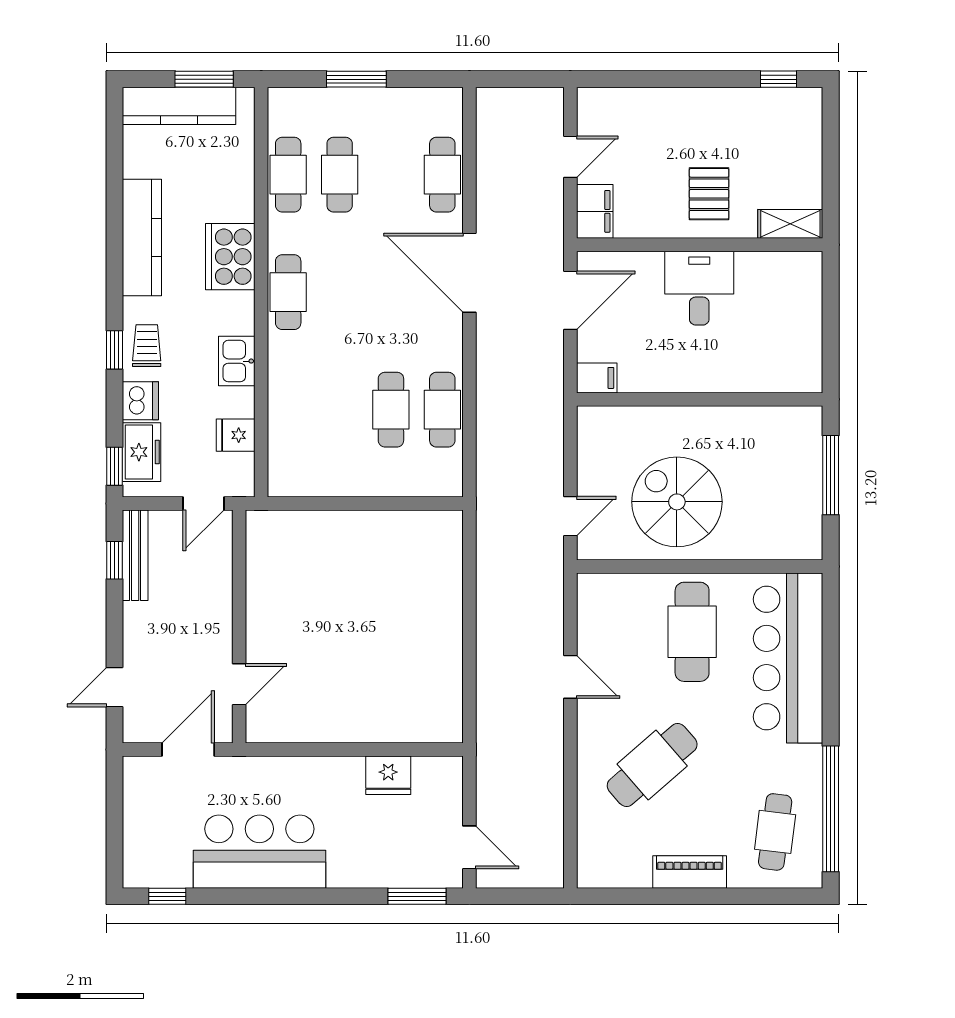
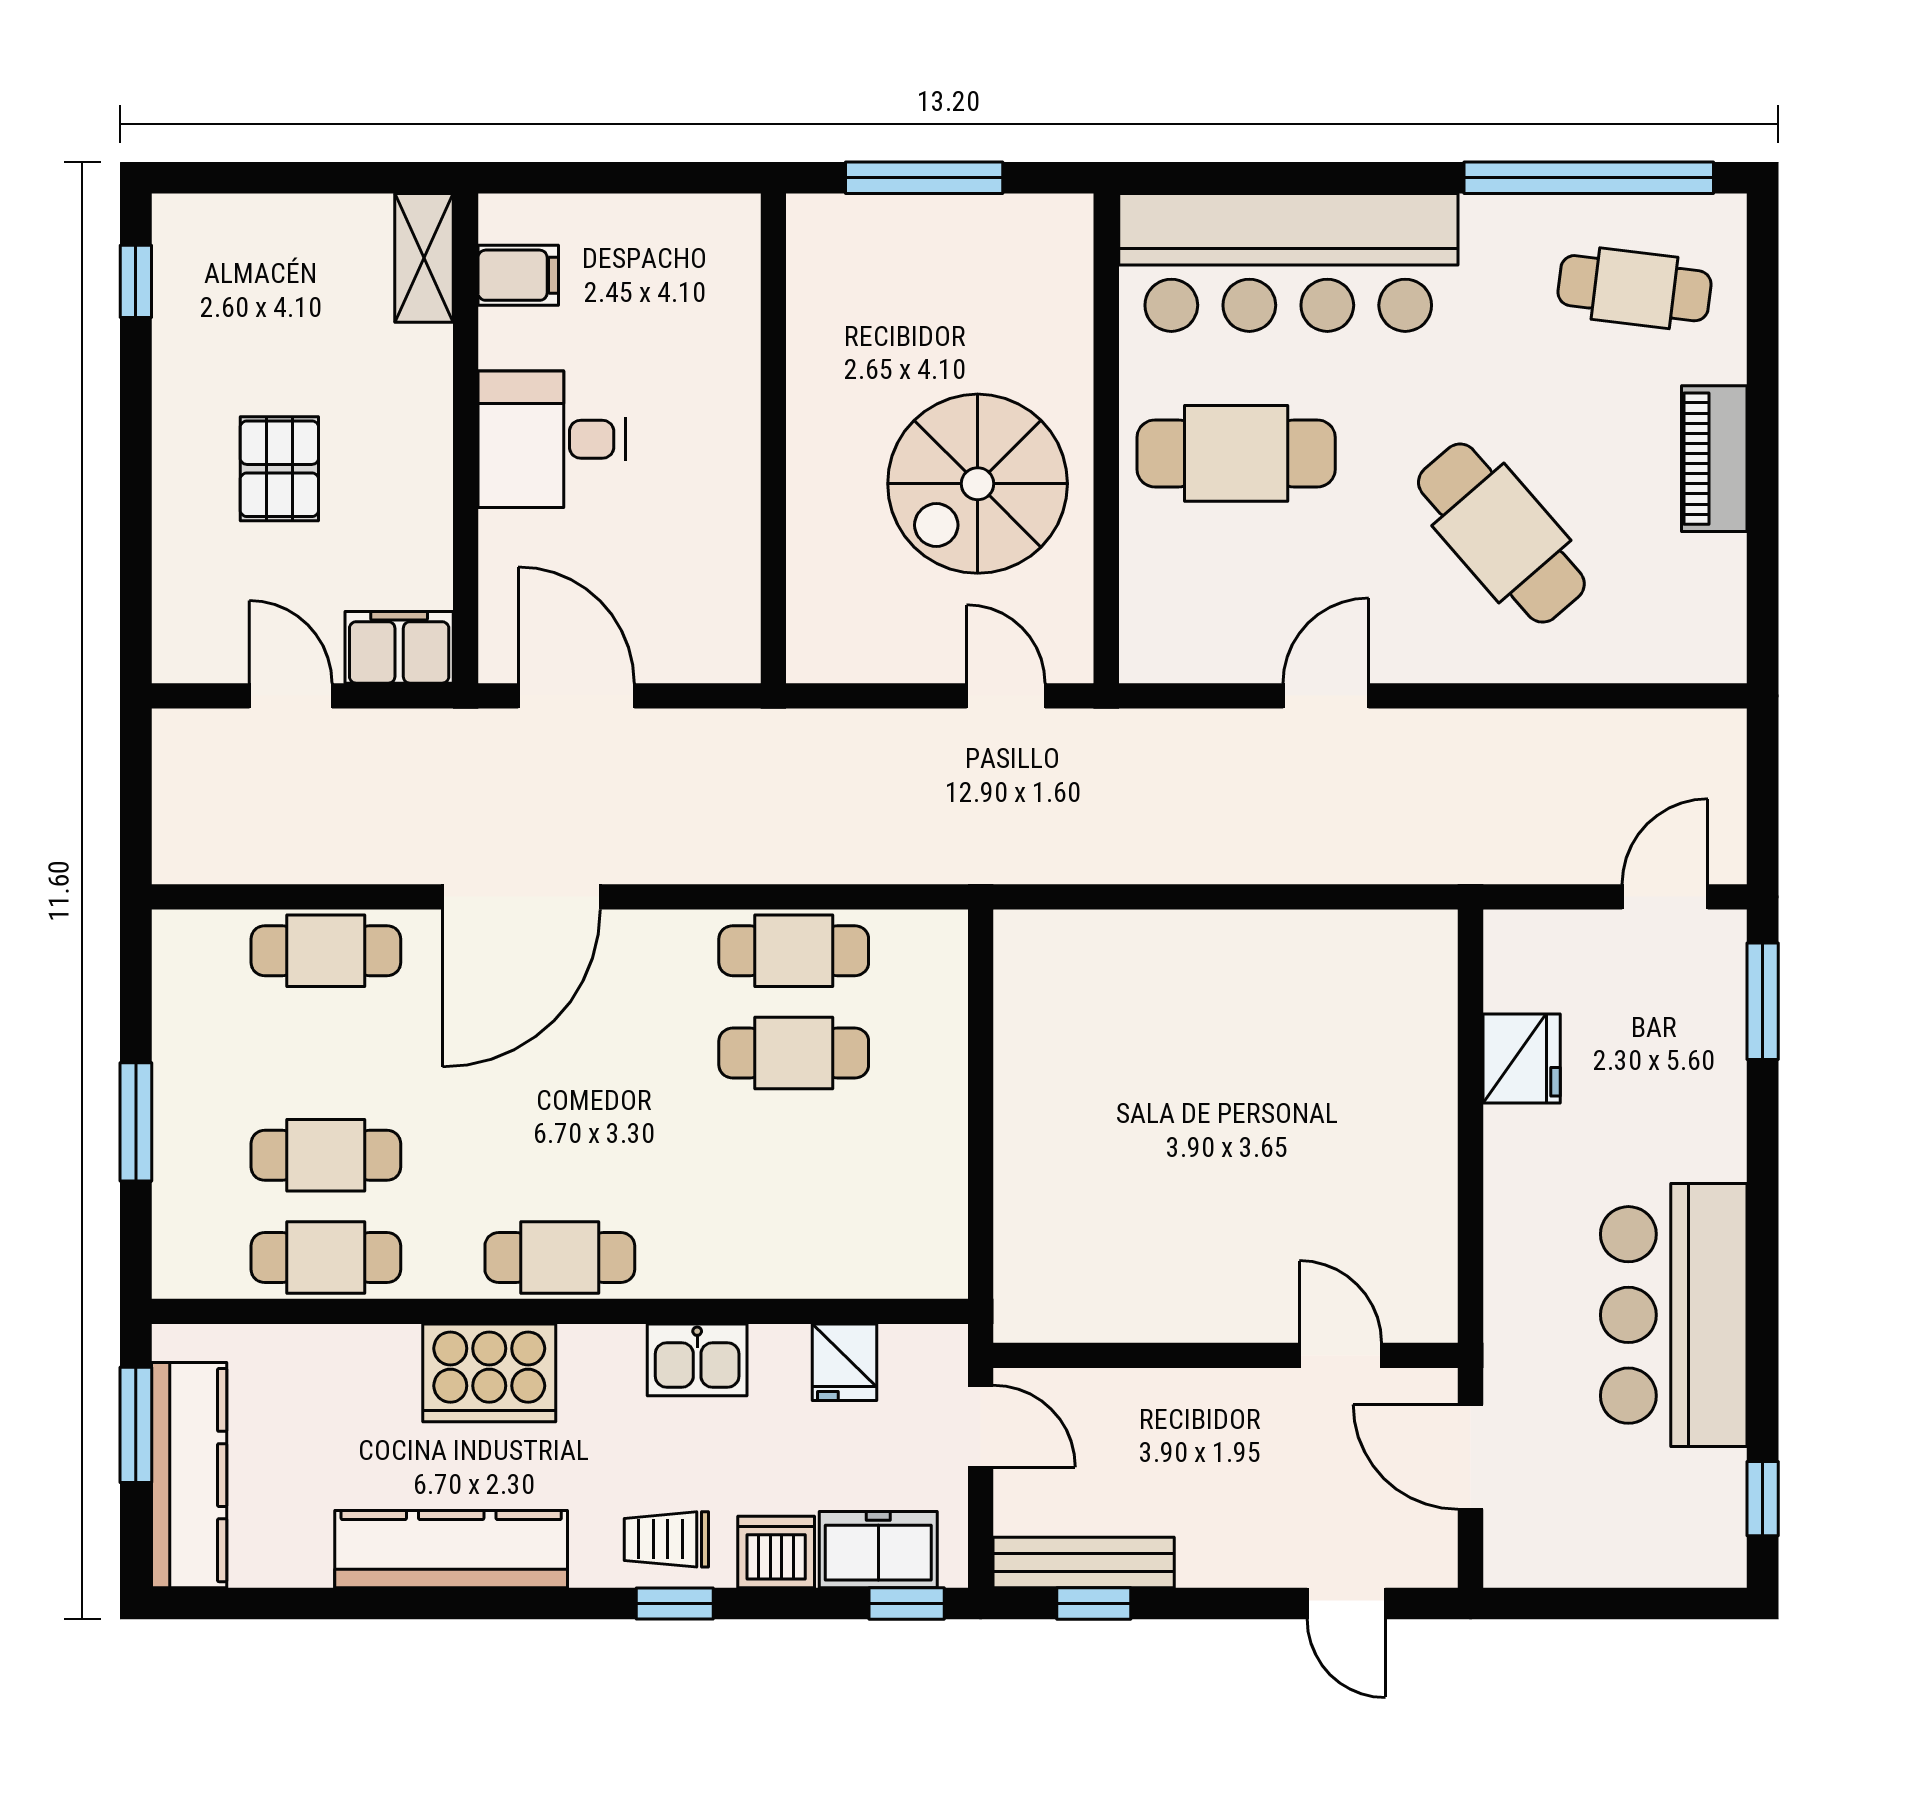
pallet: (709, 194) -> (279, 469), moved, turned 90
filing cabinet: (597, 378) -> (518, 275), moved, turned 90

